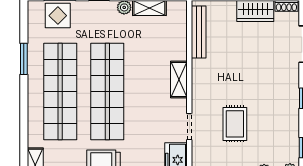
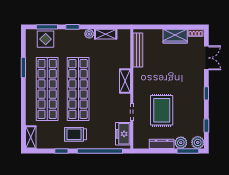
rug: (235, 124) -> (162, 110), width x1.36, depth x1.43

